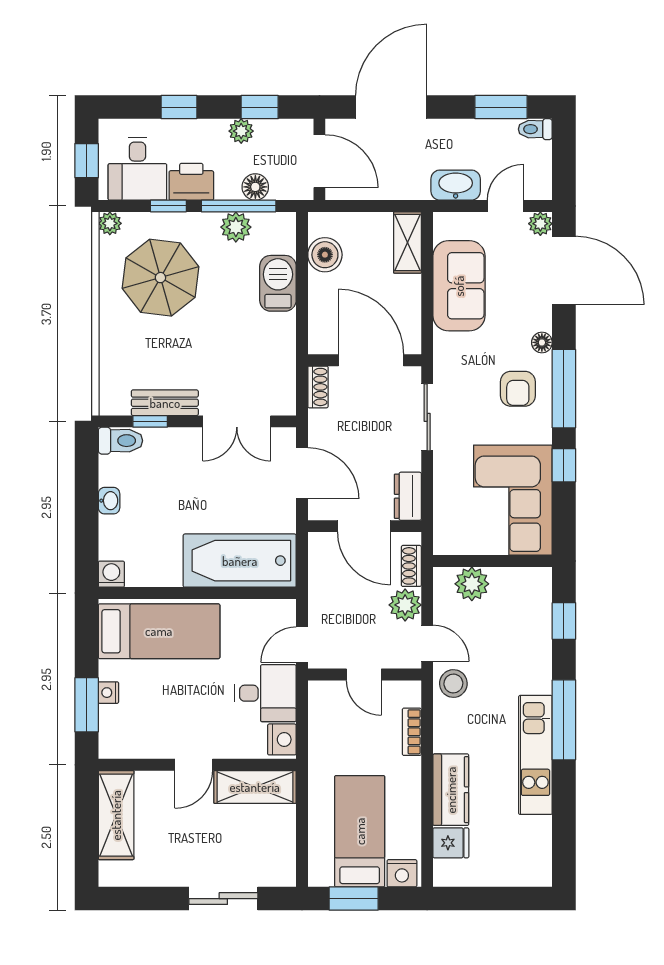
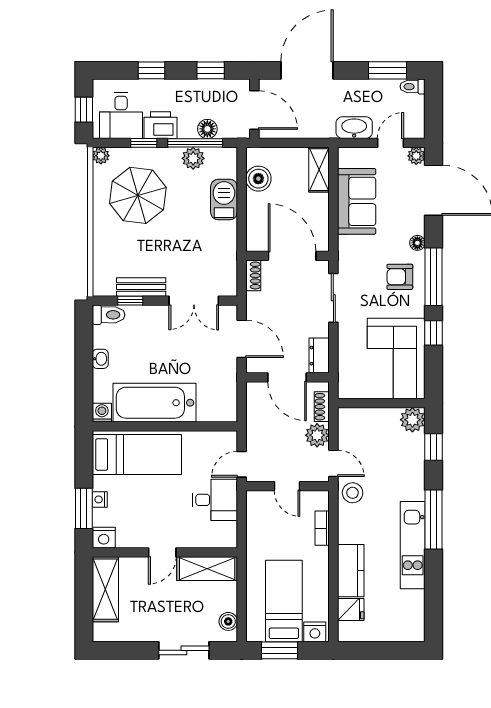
plant: (241, 131) -> (197, 88), removed
armchair: (518, 389) -> (400, 277), turned 90
bathtub: (240, 561) -> (155, 403), moved
plant: (472, 584) -> (412, 420), moved
nightstand: (282, 739) -> (104, 538), moved, turned 90
boiler: (284, 859) -> (228, 621), added

